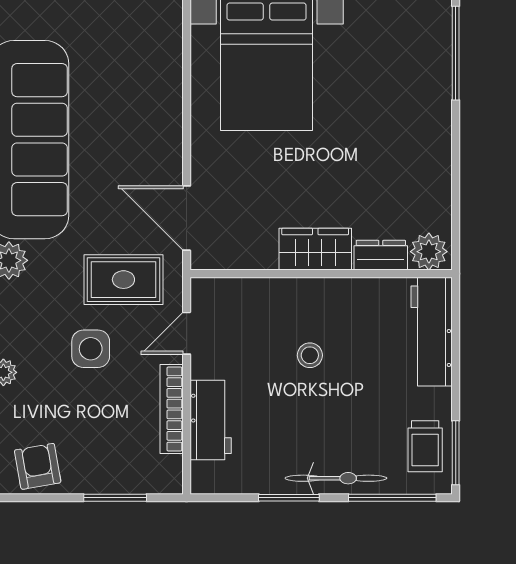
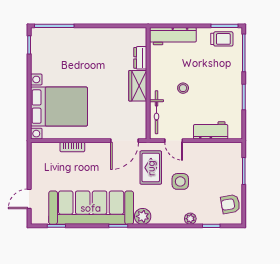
plant: (429, 252) -> (139, 37), removed
bookcase: (172, 409) -> (72, 147), moved, width x0.64
bicycle: (336, 478) -> (157, 112), moved, turned 180

